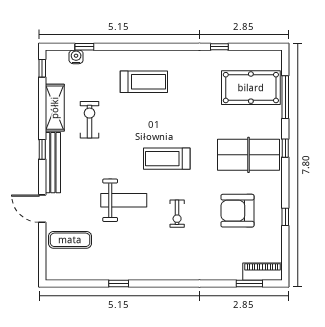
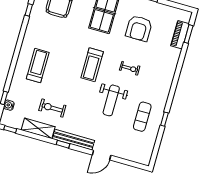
weight bench: (124, 200) -> (111, 100), turned 180
exercise mat: (70, 240) -> (142, 117), moved
piano: (263, 272) -> (180, 35), moved

